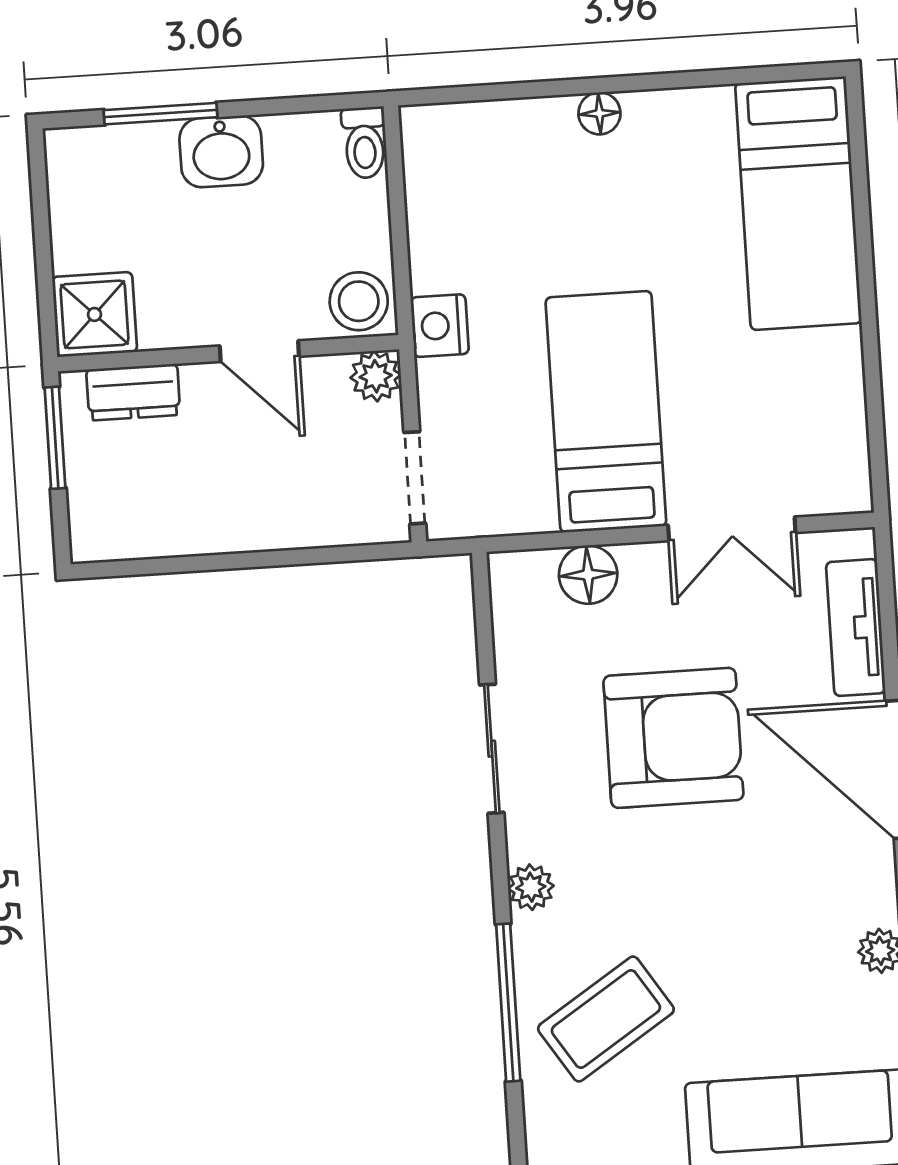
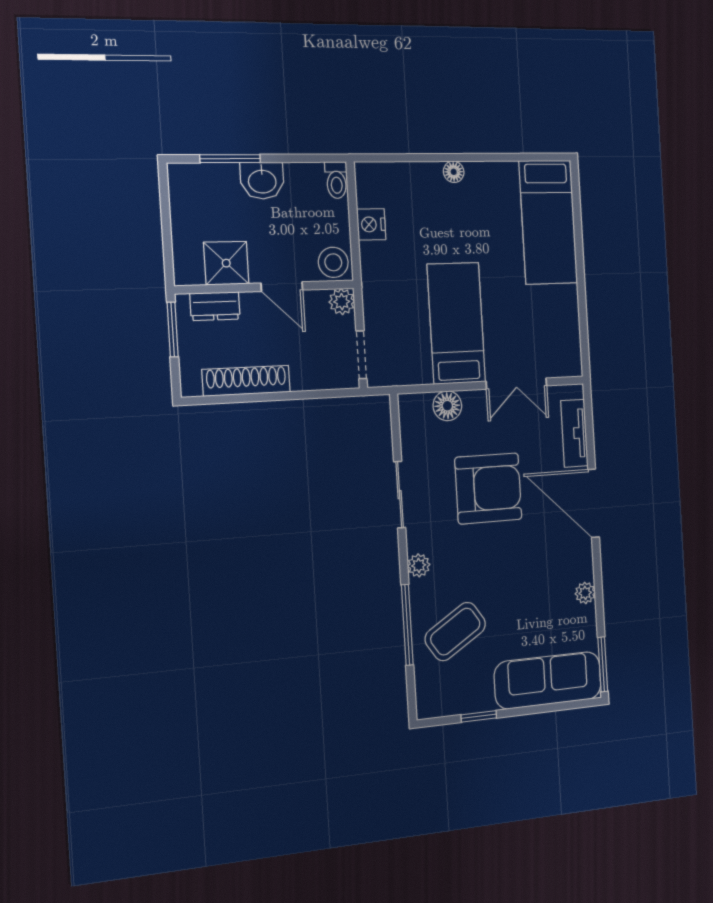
shower: (95, 314) -> (226, 263), moved
nightstand: (440, 326) -> (371, 224), moved
shoe rack: (193, 531) -> (246, 381), added

